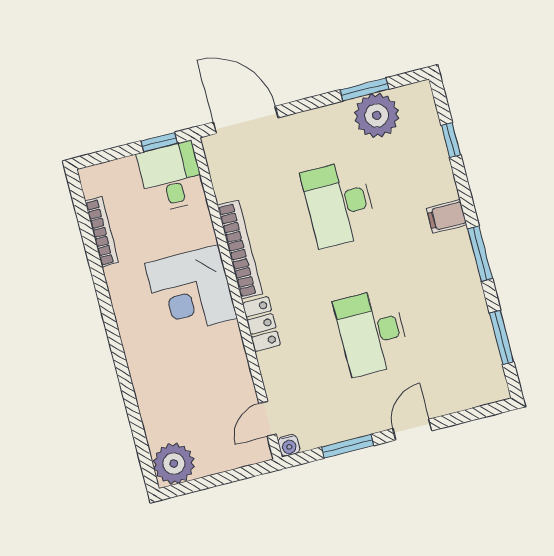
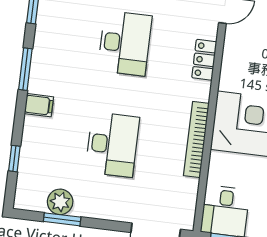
plant: (377, 115) -> (60, 202), width x0.73, depth x0.73
locker: (261, 324) -> (204, 60), moved

